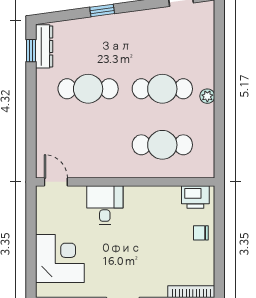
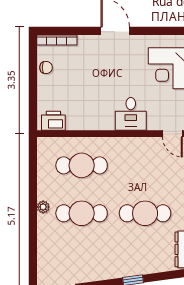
chair: (201, 233) -> (46, 67), moved

